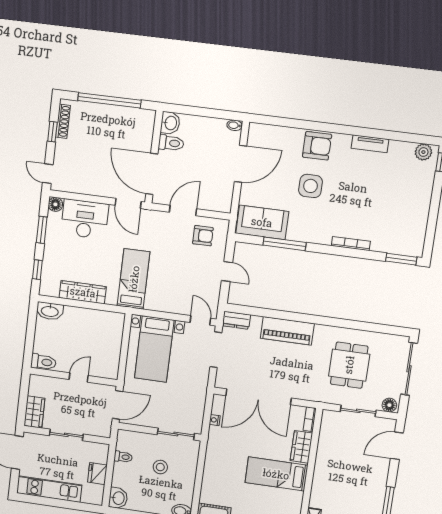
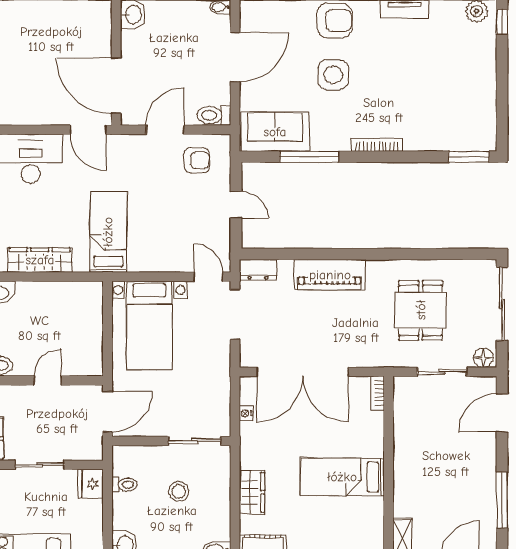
toilet: (171, 143) -> (214, 115), moved, turned 180
bookcase: (351, 244) -> (377, 145), moved
wardrobe: (301, 447) -> (252, 492), moved, turned 180
fridge: (97, 474) -> (91, 484), moved

